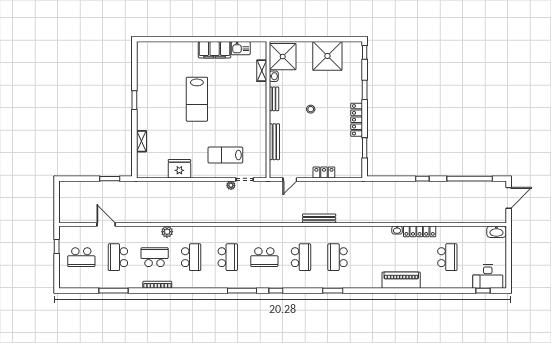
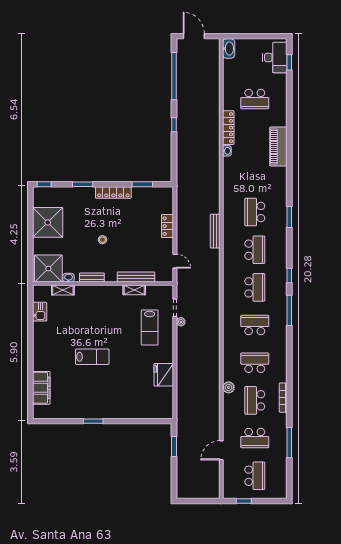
filing cabinet: (215, 50) -> (41, 388), moved
lab bench: (197, 99) -> (92, 357), width x0.73, depth x0.72
shelving: (141, 141) -> (134, 290), moved
school desk: (301, 257) -> (255, 250), turned 90
school desk: (338, 257) -> (255, 212), turned 90
school desk: (447, 257) -> (255, 99), turned 180

